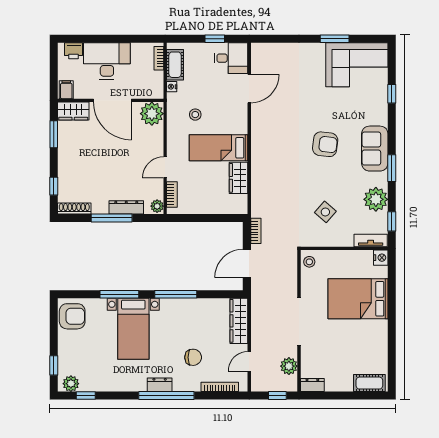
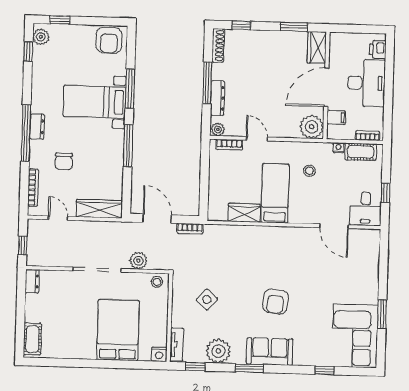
filing cabinet: (66, 90) -> (336, 117), moved
plant: (289, 366) -> (138, 261), moved

